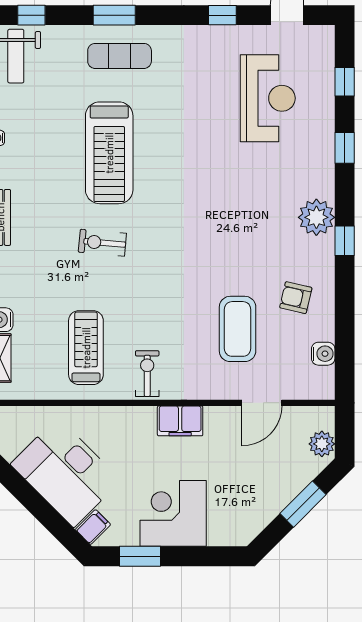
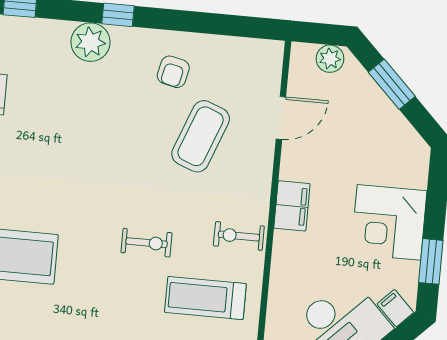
exercise bike: (102, 243) -> (147, 243), moved, turned -95
coffee table: (238, 329) -> (201, 136), turned -69
water cooler: (323, 354) -> (235, 48), removed
door: (262, 403) -> (281, 118), hinge flipped

